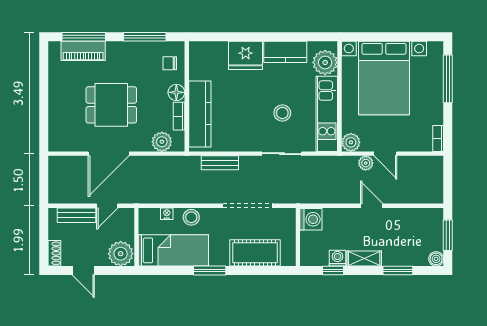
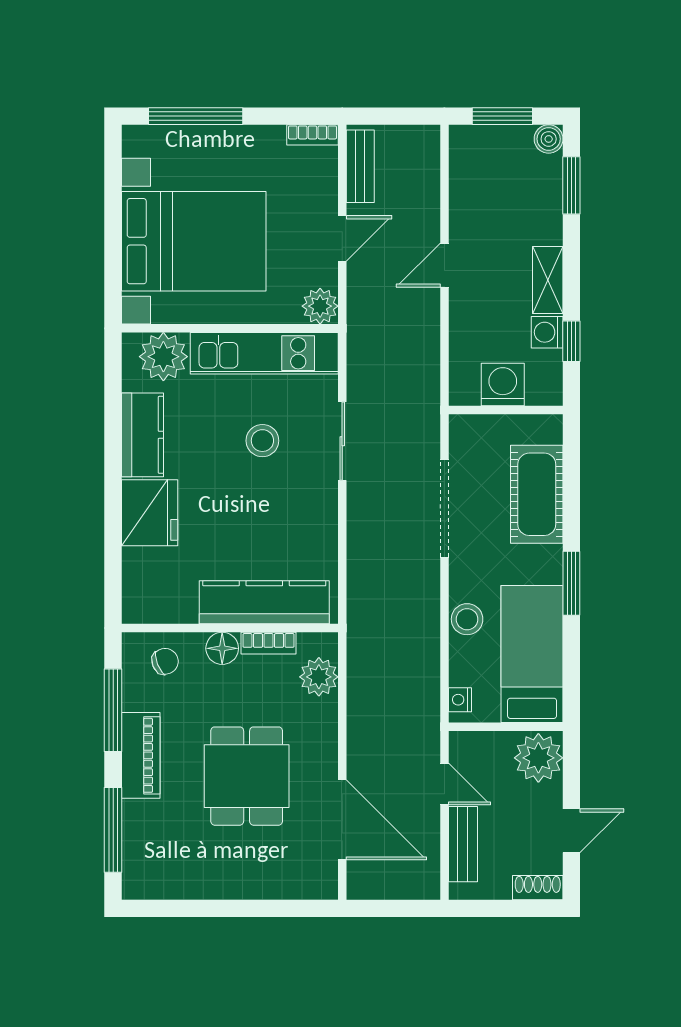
piano: (83, 51) -> (141, 755), moved
chair: (170, 63) -> (165, 661), turned -112
door: (109, 154) -> (342, 820), moved
bench: (220, 163) -> (360, 166), moved
plant: (366, 163) -> (361, 277), removed
nightstand: (167, 214) -> (460, 700), moved
washing machine: (311, 219) -> (503, 385), moved
window: (398, 271) -> (571, 185), moved

